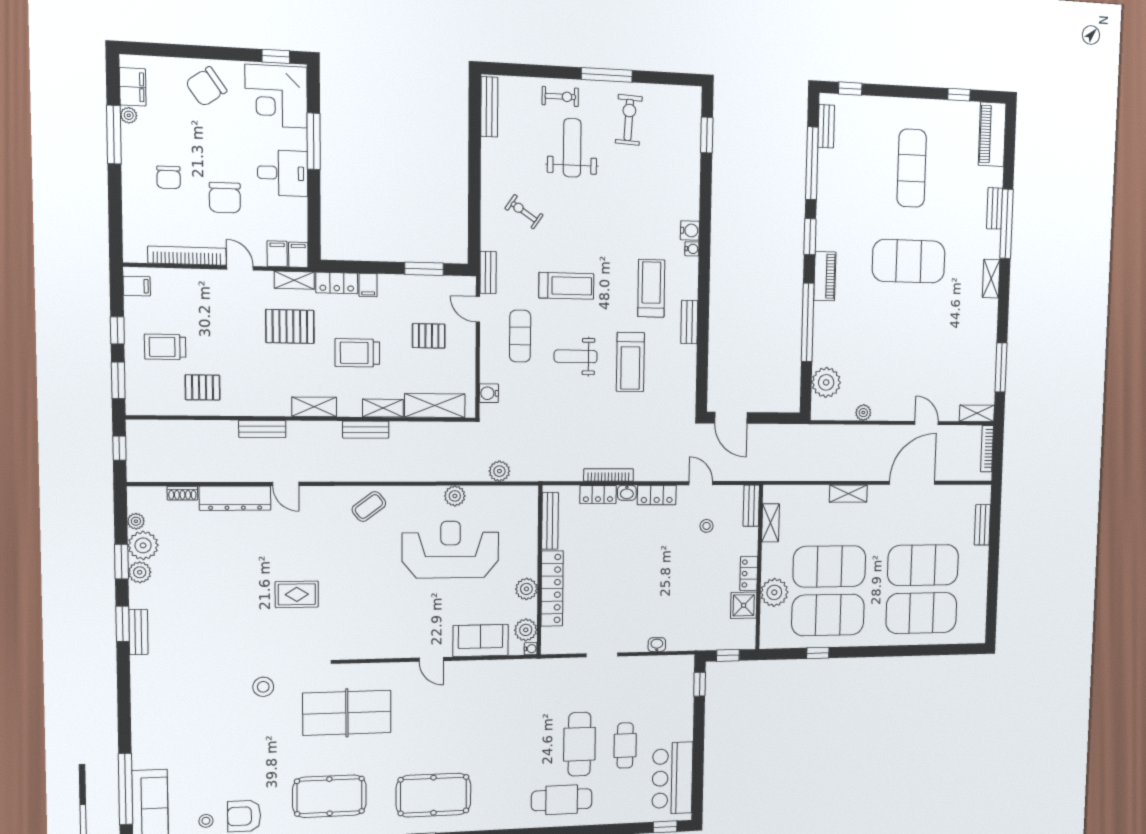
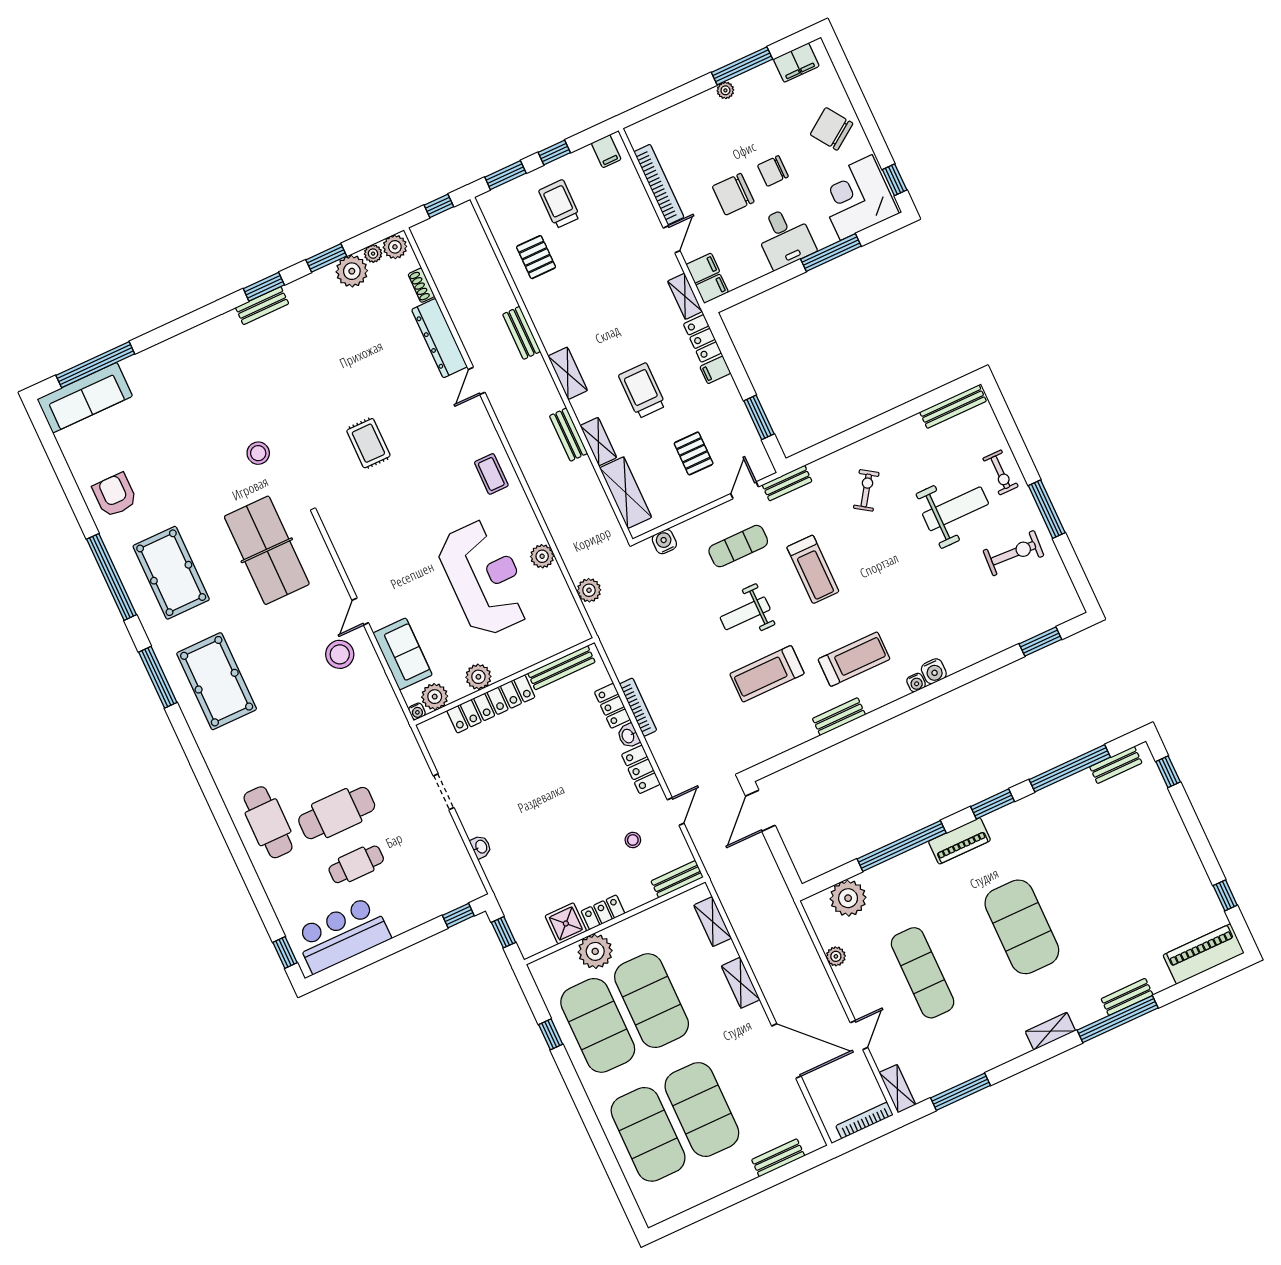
plant: (129, 115) -> (725, 90), moved
exercise mat: (912, 168) -> (923, 973), moved, turned 90
chair: (169, 177) -> (773, 171), moved
pallet: (290, 326) -> (637, 313), removed
weight bench: (576, 356) -> (745, 613), turned -90
coffee table: (369, 507) -> (491, 474), turned 37
shelving: (771, 523) -> (713, 922), moved, turned 90
plant: (140, 572) -> (395, 247), moved
stool: (206, 821) -> (340, 654), moved, width x1.89, depth x1.89

